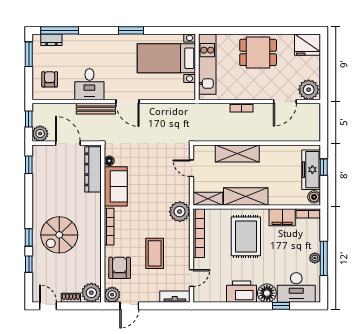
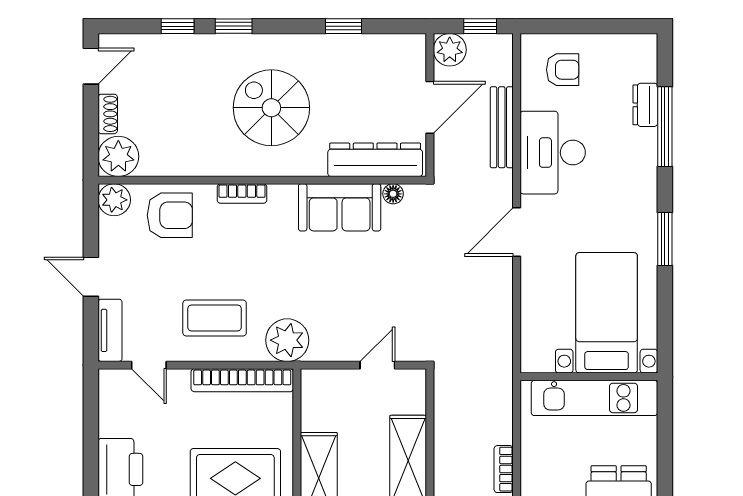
window: (60, 30) -> (665, 127), moved
dresser: (51, 40) -> (645, 105), moved
window: (29, 54) -> (615, 26), removed
desk: (89, 84) -> (553, 153), width x1.37
bench: (96, 109) -> (502, 127), moved
window: (29, 165) -> (343, 26), moved
shelving: (208, 199) -> (314, 399), removed
bookcase: (109, 227) -> (242, 194), width x0.64
spiral stairs: (59, 235) -> (271, 108), moved
coffee table: (155, 253) -> (215, 318), moved
door: (129, 306) -> (91, 277), moved

